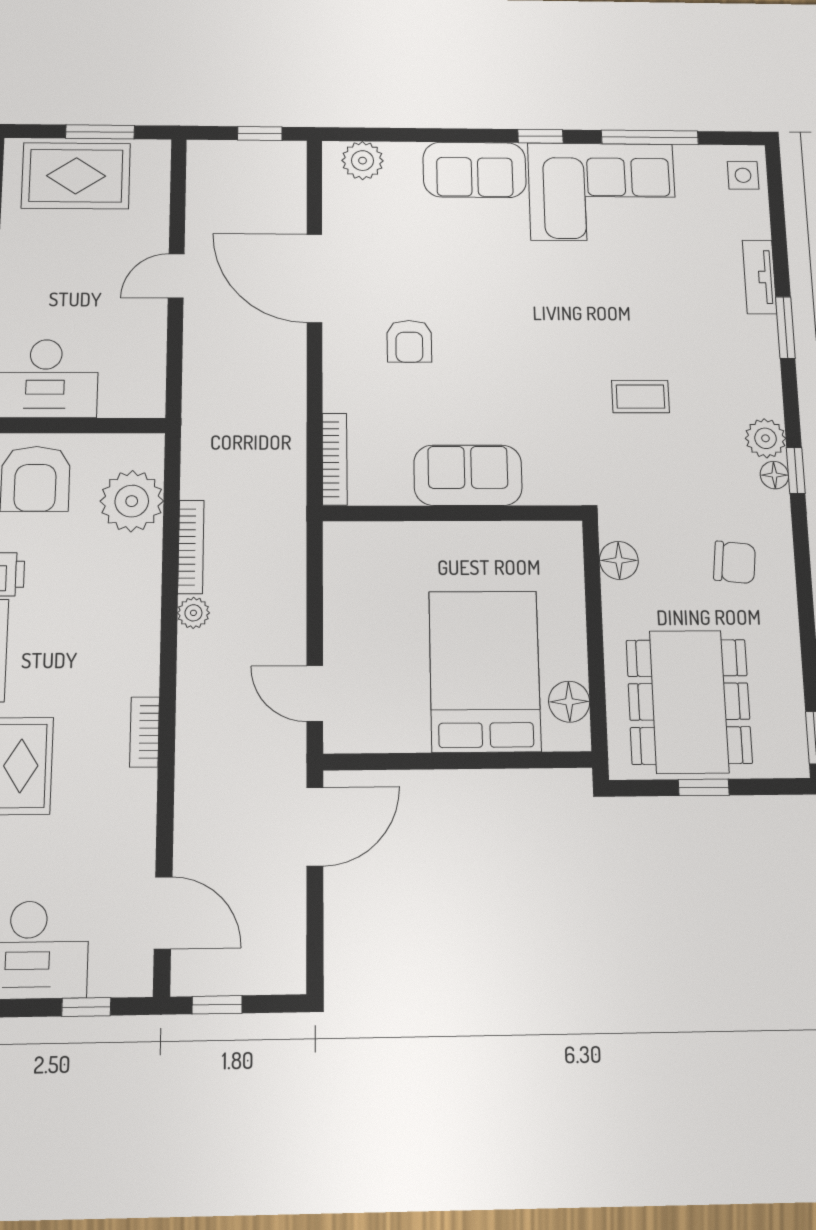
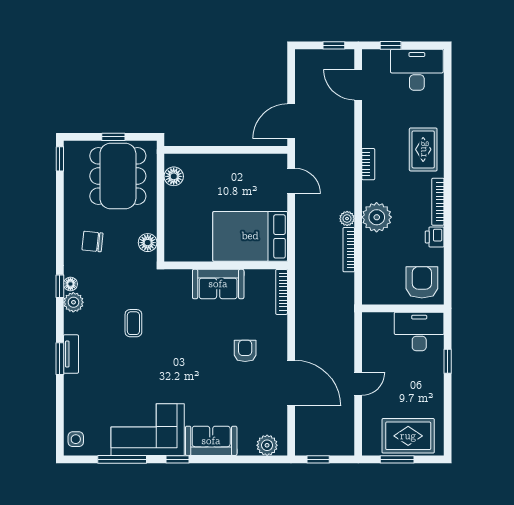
tv unit: (760, 277) -> (71, 354), moved
coffee table: (641, 397) -> (133, 323), turned 90
plant: (132, 501) -> (377, 217), moved
bed: (485, 671) -> (250, 236), moved, turned 90

